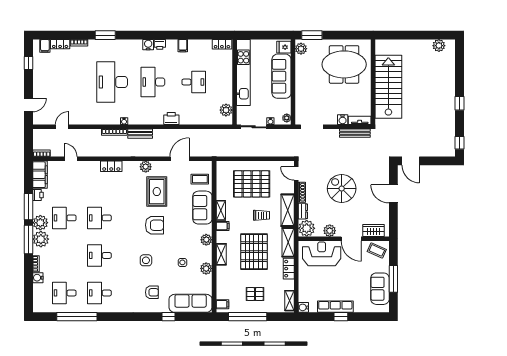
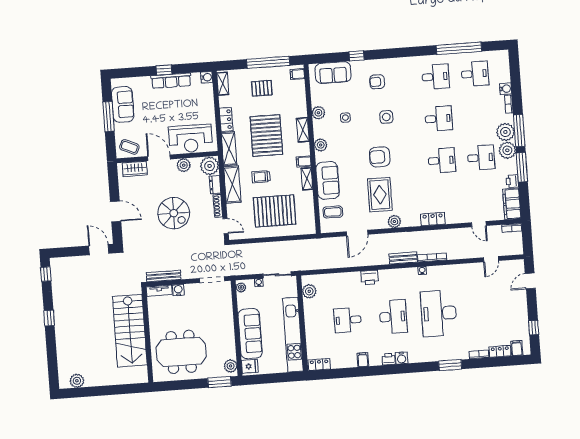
desk: (112, 82) -> (439, 313), turned 180
sofa: (191, 303) -> (333, 73), width x0.73

